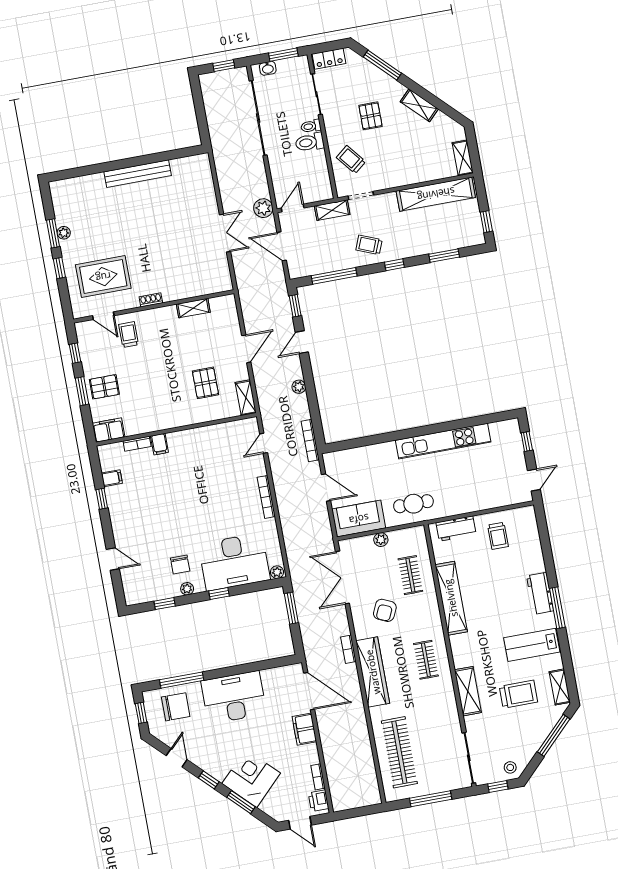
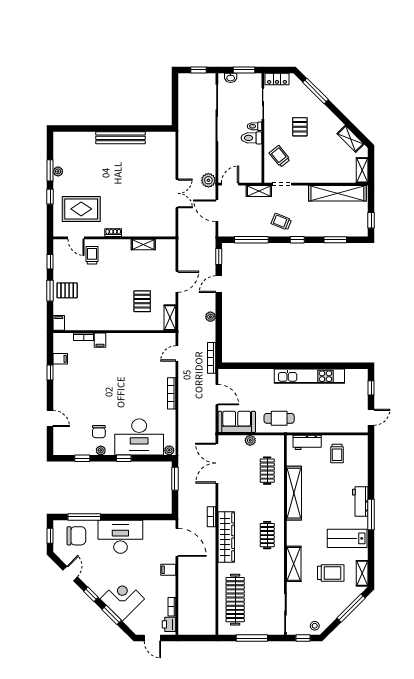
shelving: (419, 105) -> (351, 139), moved
filing cabinet: (108, 430) -> (59, 323), width x0.50
armchair: (385, 610) -> (244, 493), removed
filing cabinet: (304, 729) -> (168, 570), width x0.50

